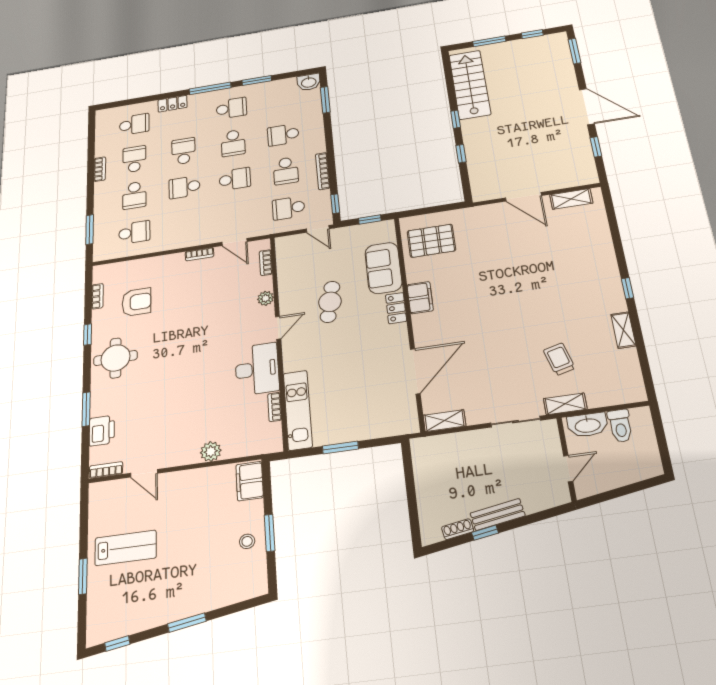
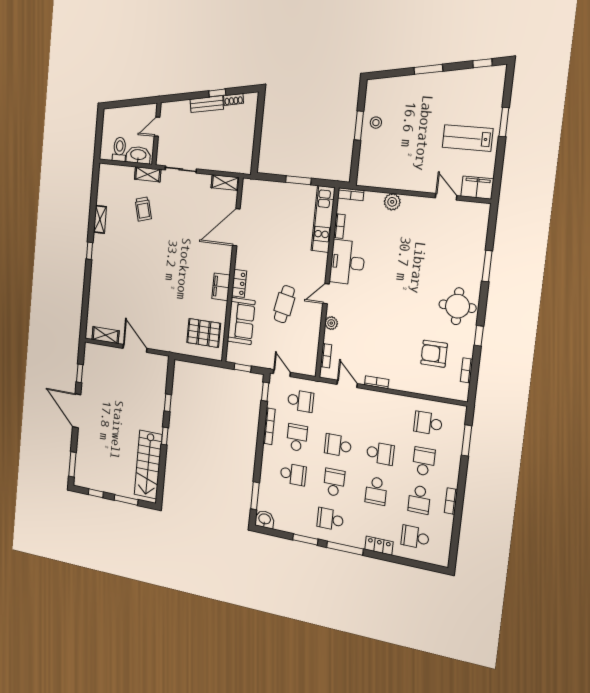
printer: (102, 431) -> (476, 243), removed
bookcase: (106, 470) -> (351, 194), moved
filing cabinet: (250, 481) -> (477, 188), moved, turned -90

